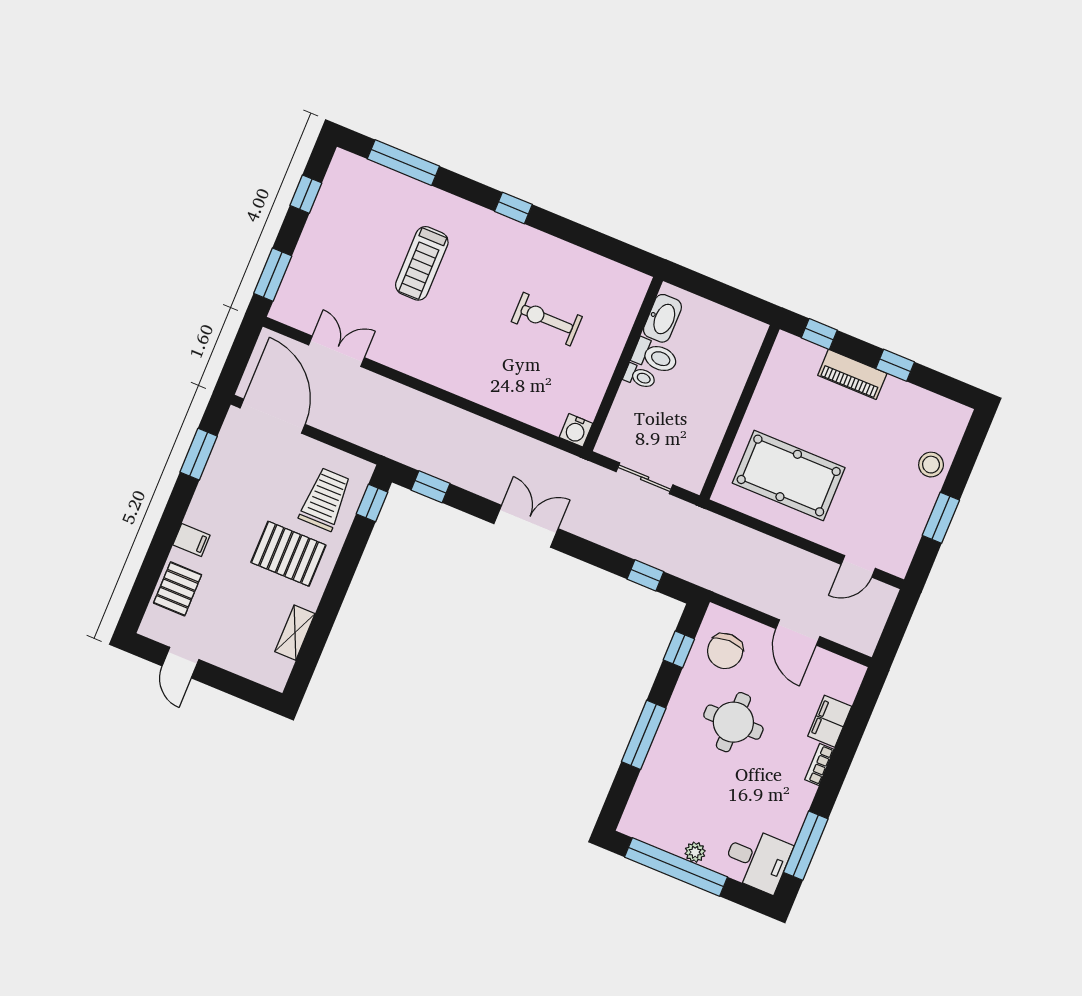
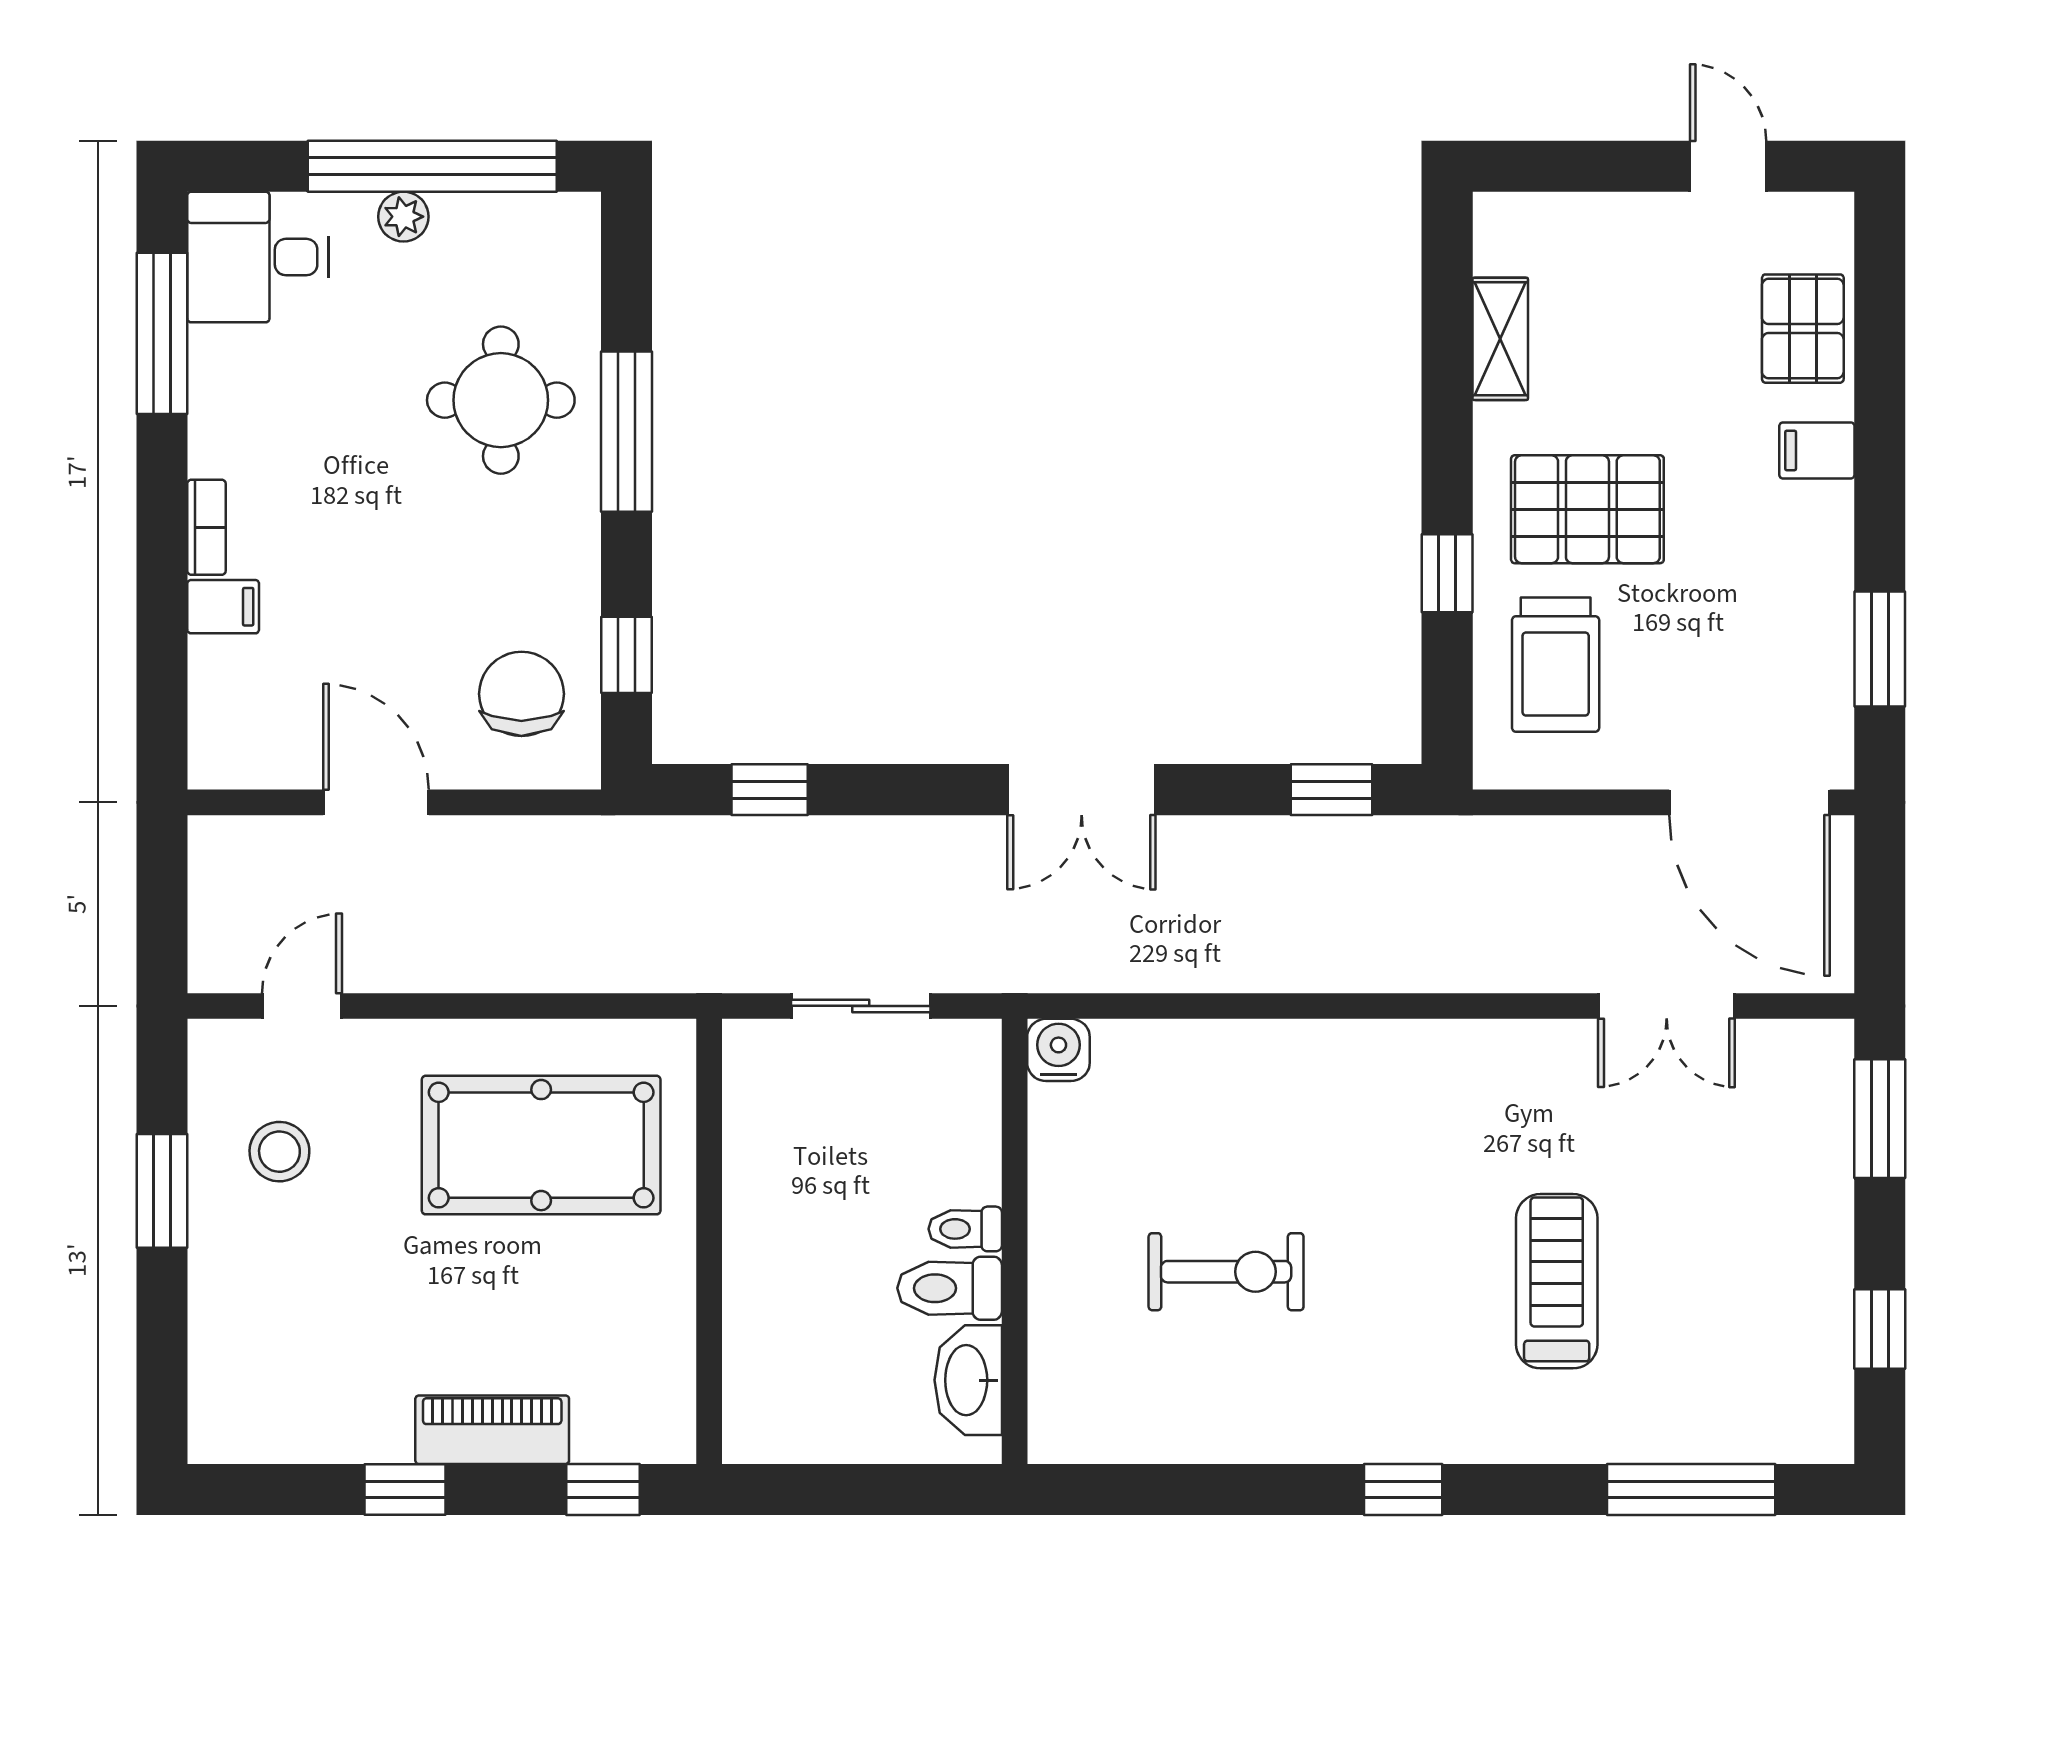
stool: (931, 465) -> (279, 1152), moved
window: (372, 503) -> (1447, 573), moved
filing cabinet: (830, 721) -> (223, 607), width x0.50
round table: (733, 722) -> (501, 400), moved

